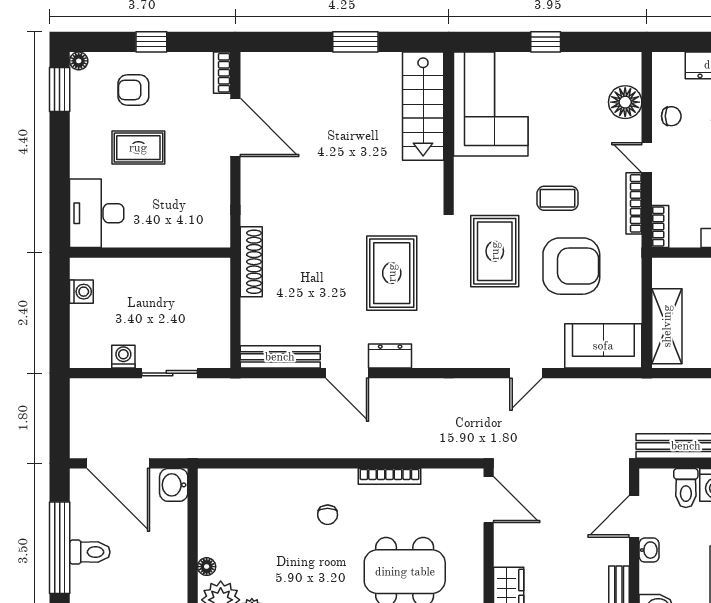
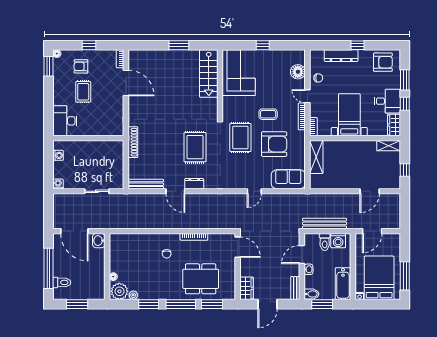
rug: (138, 148) -> (83, 92), turned 90
shelving: (667, 326) -> (316, 157), moved
washing machine: (123, 357) -> (58, 184), moved
toilet: (90, 552) -> (62, 282), moved

